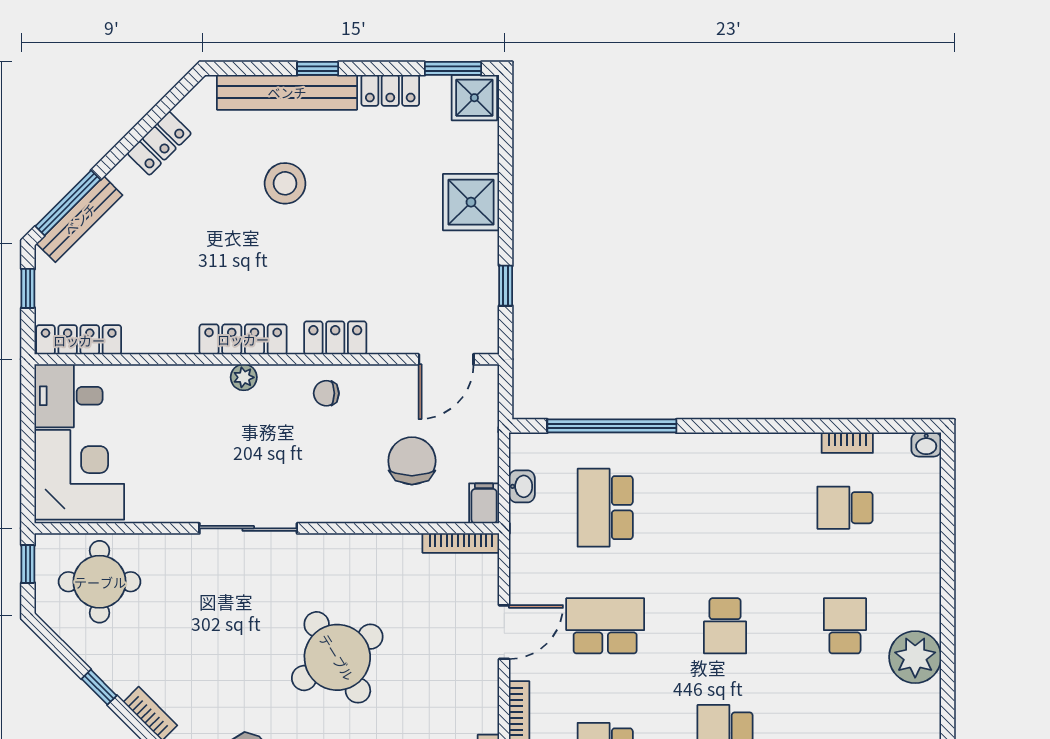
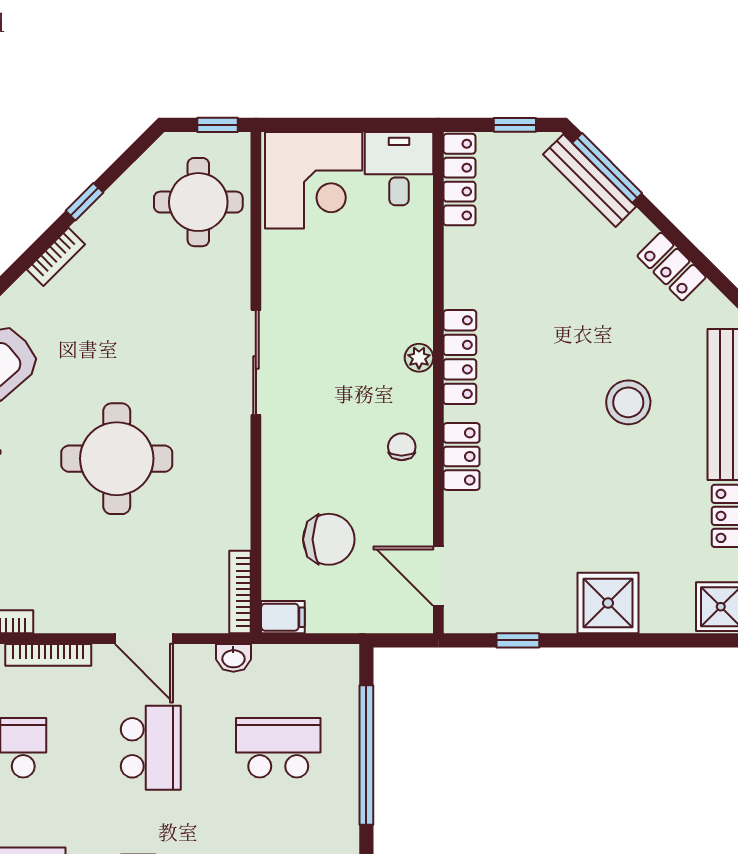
washbasin: (522, 486) -> (233, 658), moved
round table: (337, 657) -> (117, 459), turned 32

